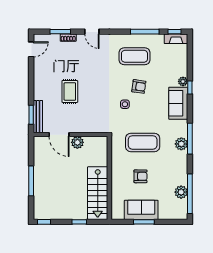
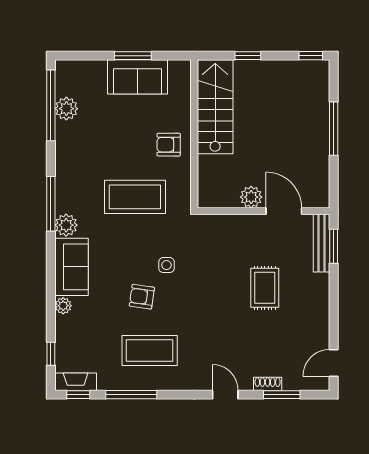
window: (190, 88) -> (51, 354), moved
plant: (181, 144) -> (66, 225), moved
armchair: (140, 176) -> (169, 145), moved

